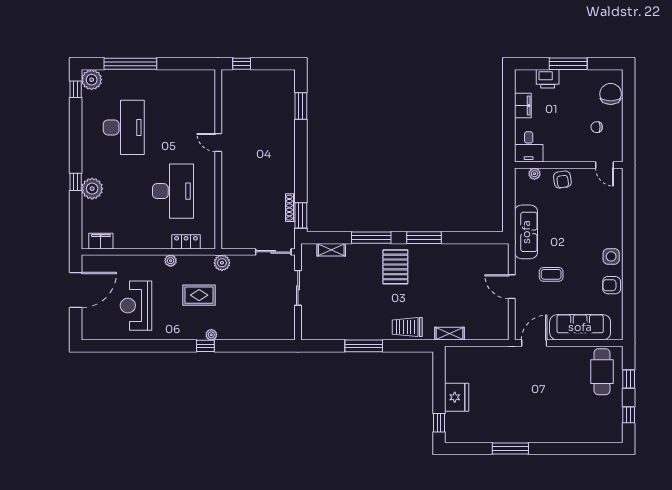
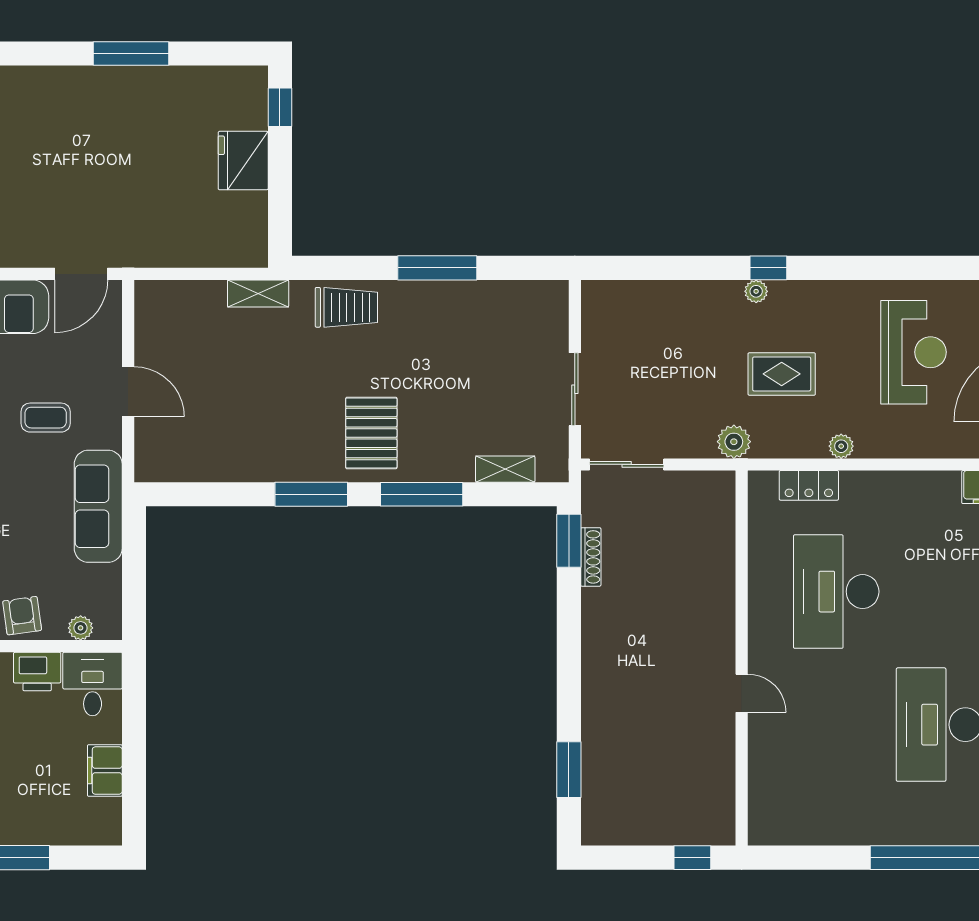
printer: (548, 79) -> (37, 672), moved, turned 180

